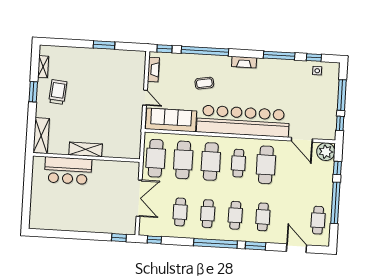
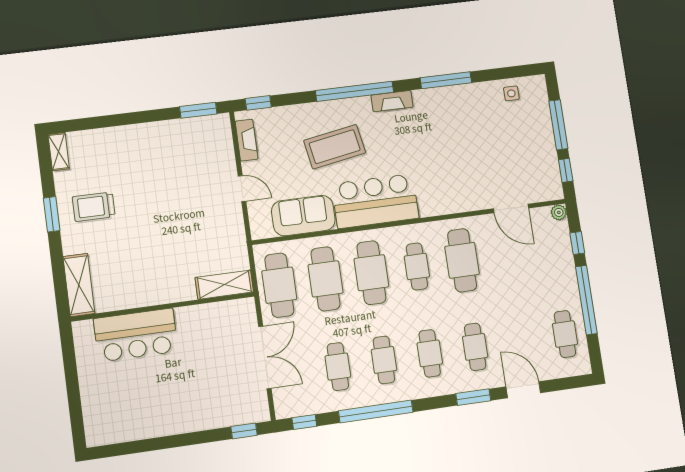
window: (104, 45) -> (198, 110), moved
window: (205, 51) -> (355, 91), moved
window: (314, 58) -> (502, 74), removed
shelving: (43, 67) -> (59, 152), moved
coffee table: (204, 83) -> (335, 147), width x1.86, depth x1.72
trolley: (58, 92) -> (94, 207), turned -95
sofa: (171, 120) -> (303, 216), width x0.73
bar counter: (243, 121) -> (375, 201), width x0.54
shelving: (86, 149) -> (224, 285), moved
plant: (326, 152) -> (559, 212), width x0.53, depth x0.53
window: (215, 243) -> (376, 411), moved
door: (297, 248) -> (523, 390), moved

